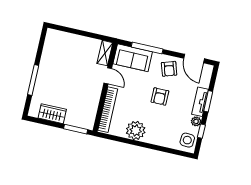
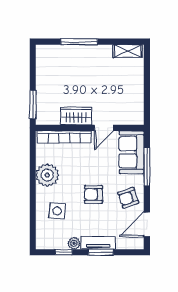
shelving: (105, 53) -> (128, 51), moved
wardrobe: (52, 114) -> (76, 116), moved, turned -90
side table: (187, 140) -> (57, 211), moved

